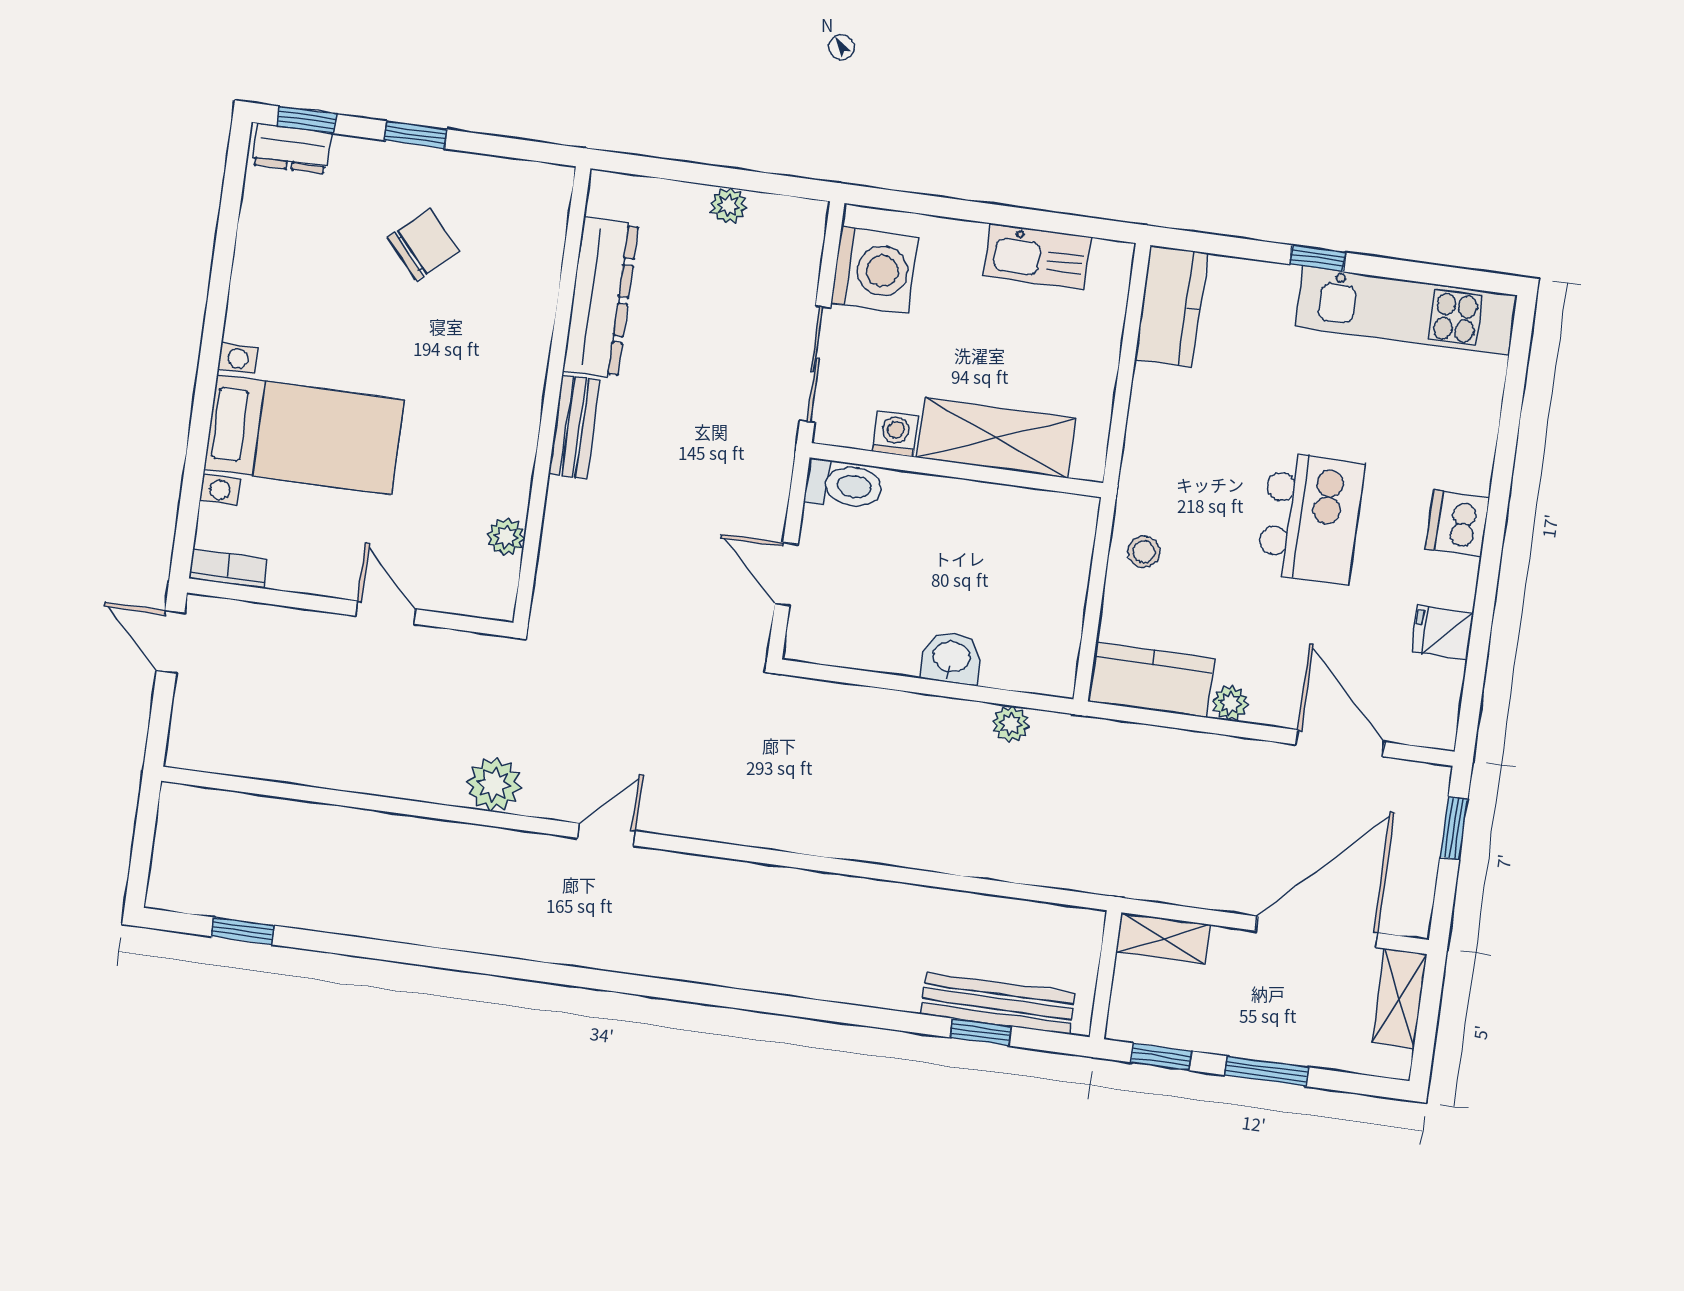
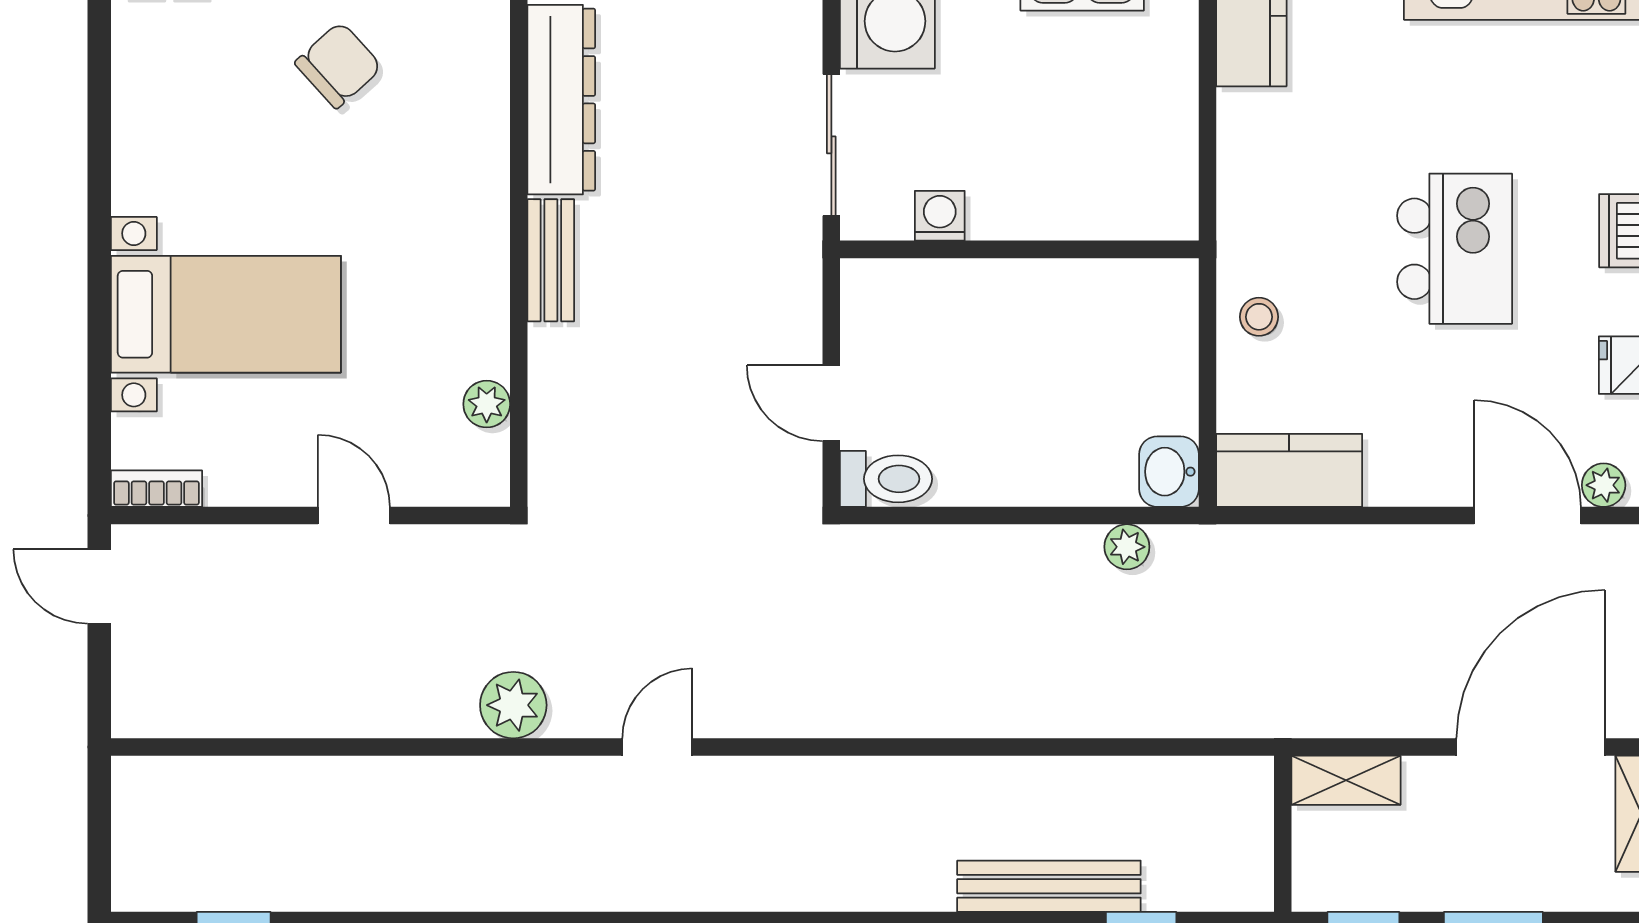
shelving: (996, 438) -> (1062, 204), removed
toilet: (844, 485) -> (886, 479), moved
washbasin: (951, 658) -> (1169, 472), moved, turned -90
plant: (1230, 703) -> (1604, 485), moved
bench: (998, 1003) -> (1049, 886), moved

